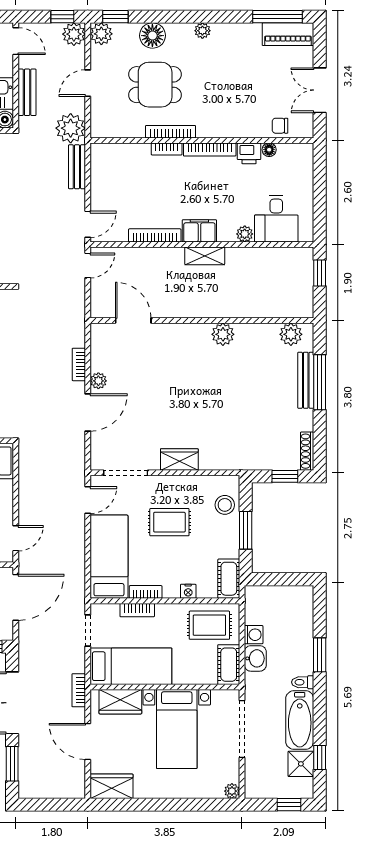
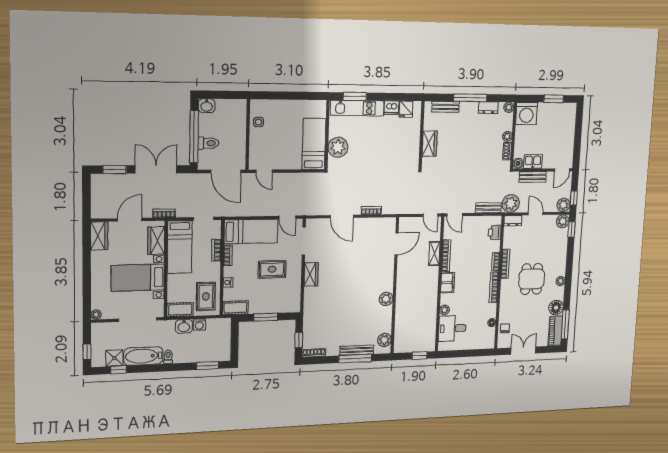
floor lamp: (152, 36) -> (556, 308), moved
dining table: (155, 85) -> (532, 279), moved
dresser: (99, 123) -> (513, 221), added
printer: (249, 153) -> (495, 232), moved
shelving: (205, 256) -> (434, 254), moved
plant: (98, 381) -> (361, 223), removed
stool: (225, 505) -> (282, 304), removed
rug: (169, 522) -> (272, 269), turned 90
window: (320, 655) -> (208, 366), moved

